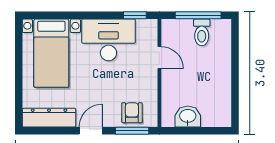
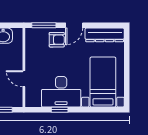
window: (135, 15) -> (60, 110), moved
armchair: (132, 113) -> (57, 40), moved, turned -90

